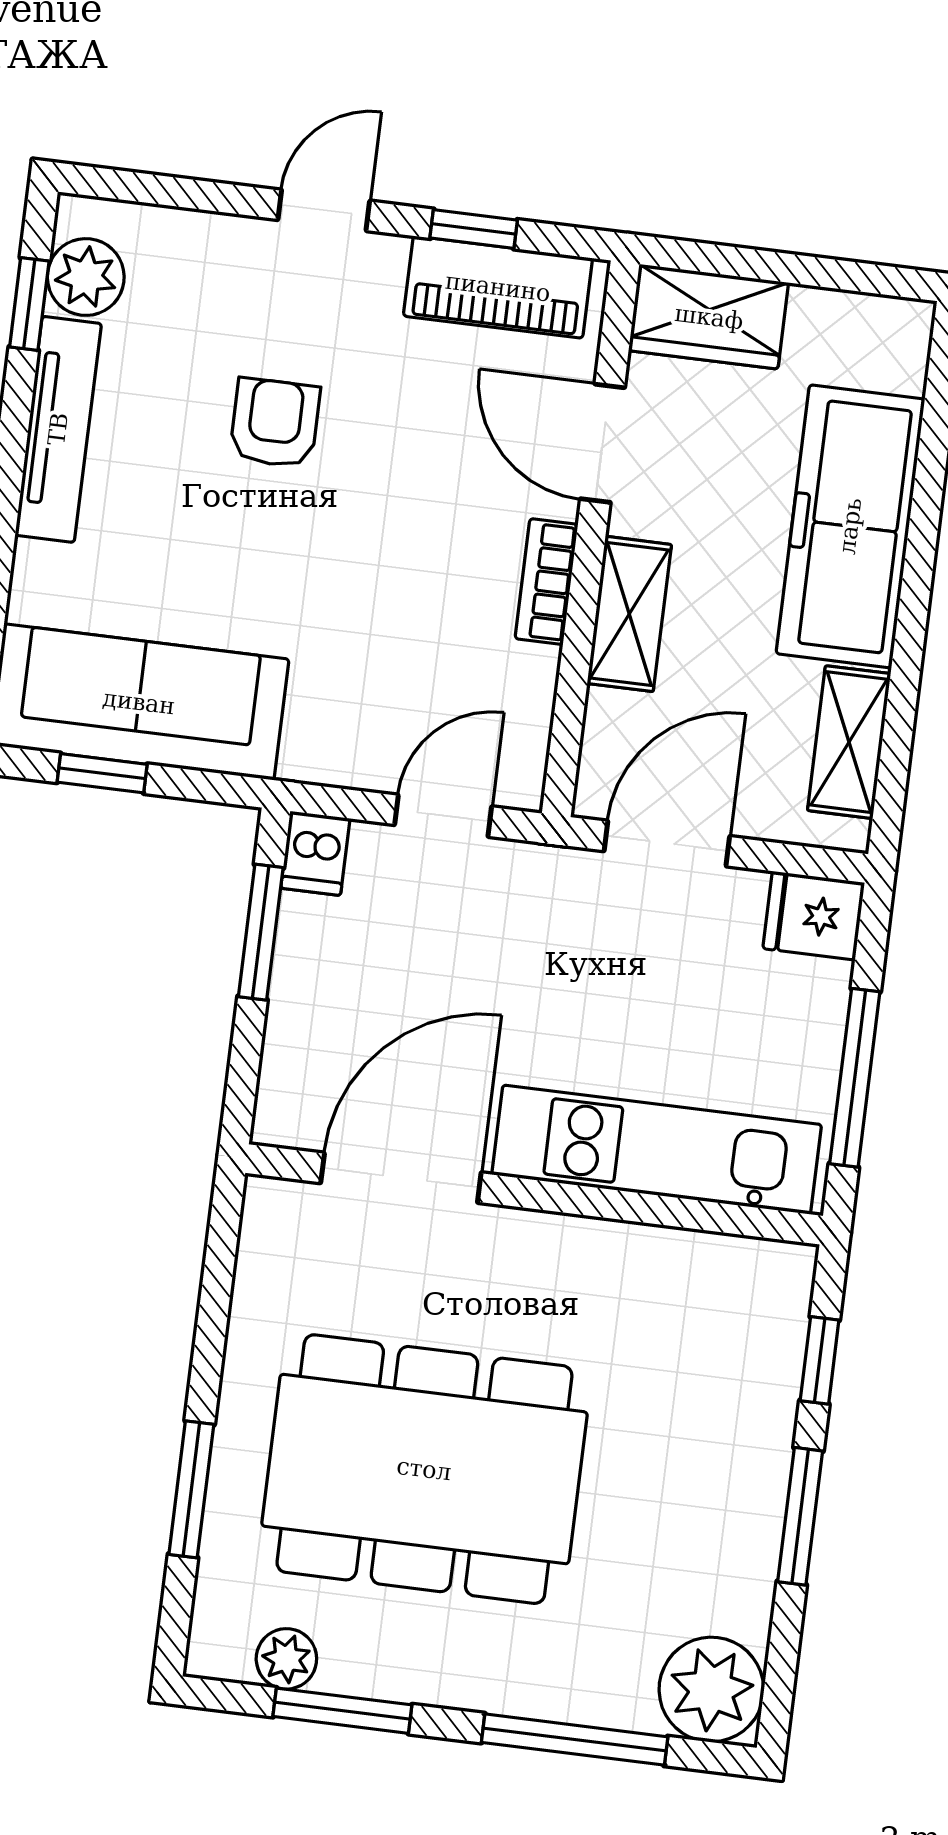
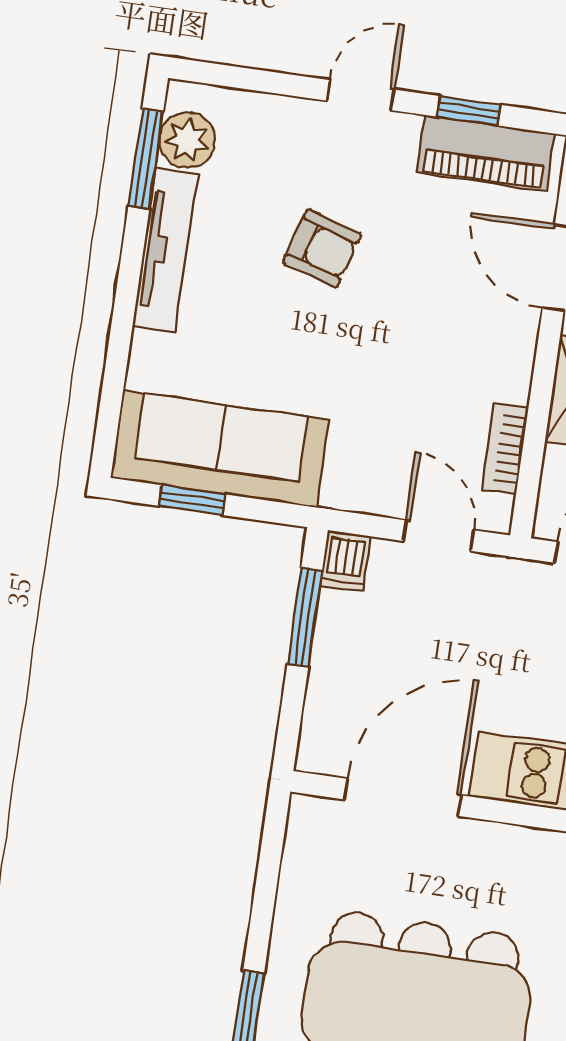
window: (29, 304) -> (146, 159), width x1.50
armchair: (275, 423) -> (322, 249), turned 107
bookcase: (546, 582) -> (505, 449), moved
door: (443, 816) -> (439, 536), hinge flipped

